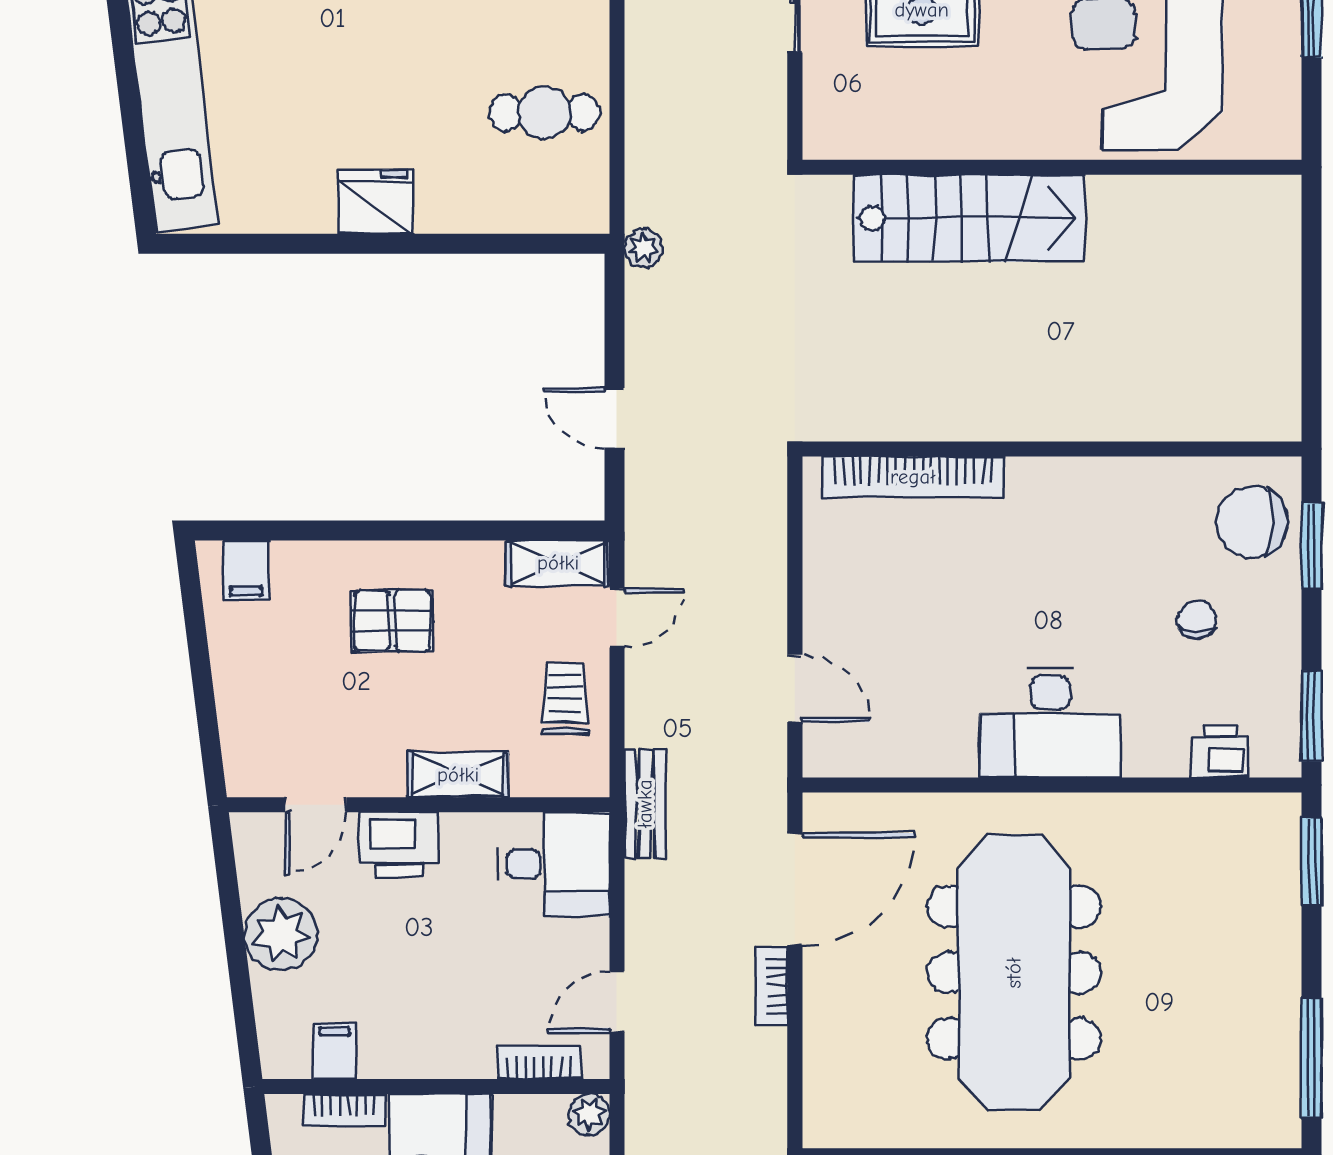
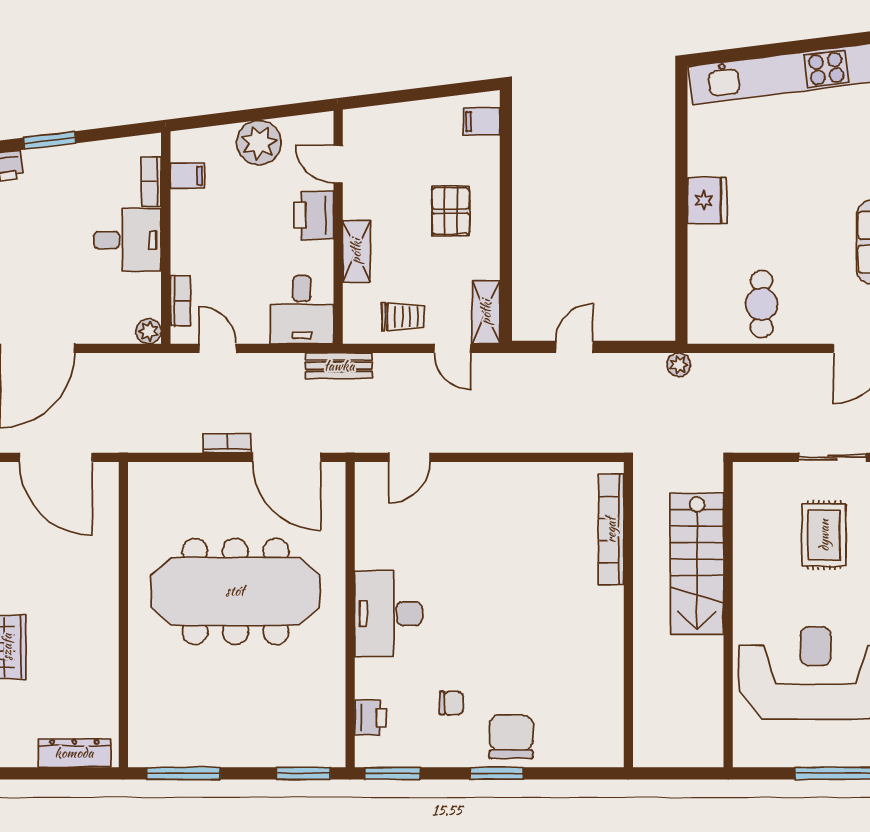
wall: (1052, 449) -> (628, 615), moved
bookcase: (913, 477) -> (611, 530), moved

